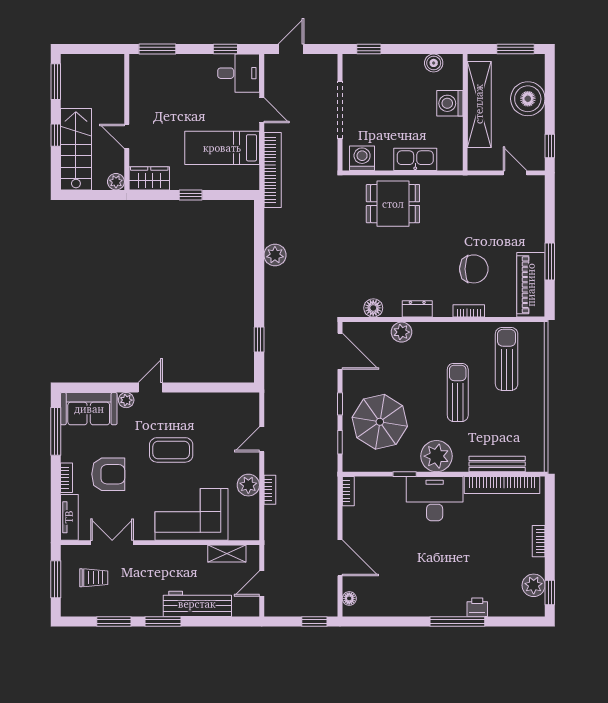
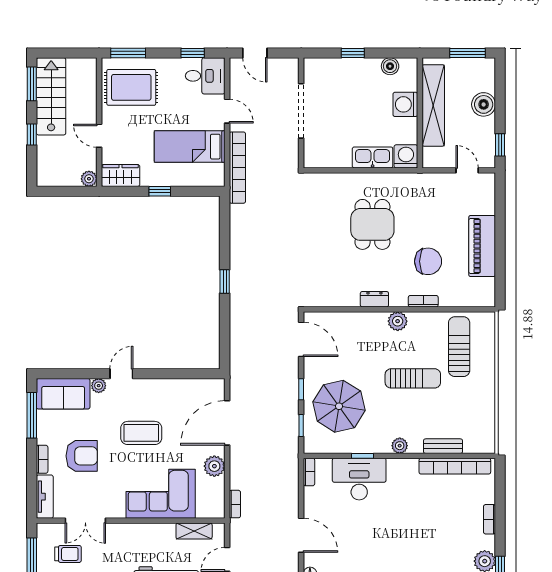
door: (291, 49) -> (255, 53), swing flipped
window: (369, 49) -> (353, 53), moved
rug: (161, 85) -> (131, 87), added
boiler: (528, 99) -> (484, 104), width x0.73, depth x0.73
stairs: (76, 149) -> (51, 96), moved
washing machine: (362, 158) -> (406, 156), moved
dining table: (393, 204) -> (372, 224), moved, turned 90
plant: (275, 255) -> (240, 248), removed
window: (550, 261) -> (500, 254), removed
piano: (531, 285) -> (482, 246), moved
floor lamp: (373, 308) -> (333, 298), removed
plant: (402, 332) -> (398, 321), moved
window: (259, 339) -> (225, 282), moved
sun lounger: (458, 392) -> (413, 378), turned 90
door: (262, 439) -> (227, 423), width x1.88
plant: (436, 456) -> (400, 446), width x0.53, depth x0.53
bench: (497, 464) -> (443, 446), width x0.73
bookcase: (270, 490) -> (235, 504), moved
desk: (435, 499) -> (359, 479), moved
double door: (112, 543) -> (85, 521), swing flipped

